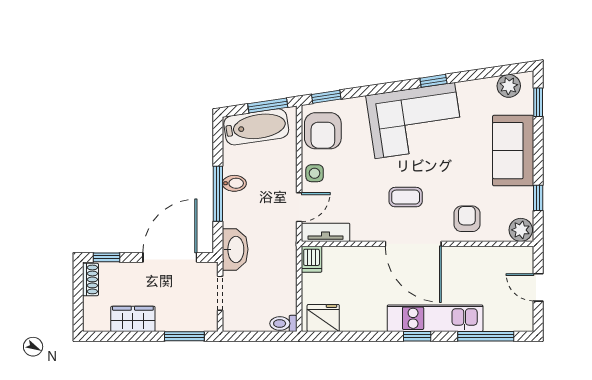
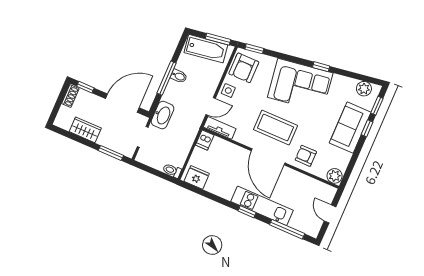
coffee table: (406, 197) -> (275, 128), width x1.86, depth x1.72
window: (538, 198) -> (367, 128), moved
armchair: (467, 219) -> (306, 156), turned -90

